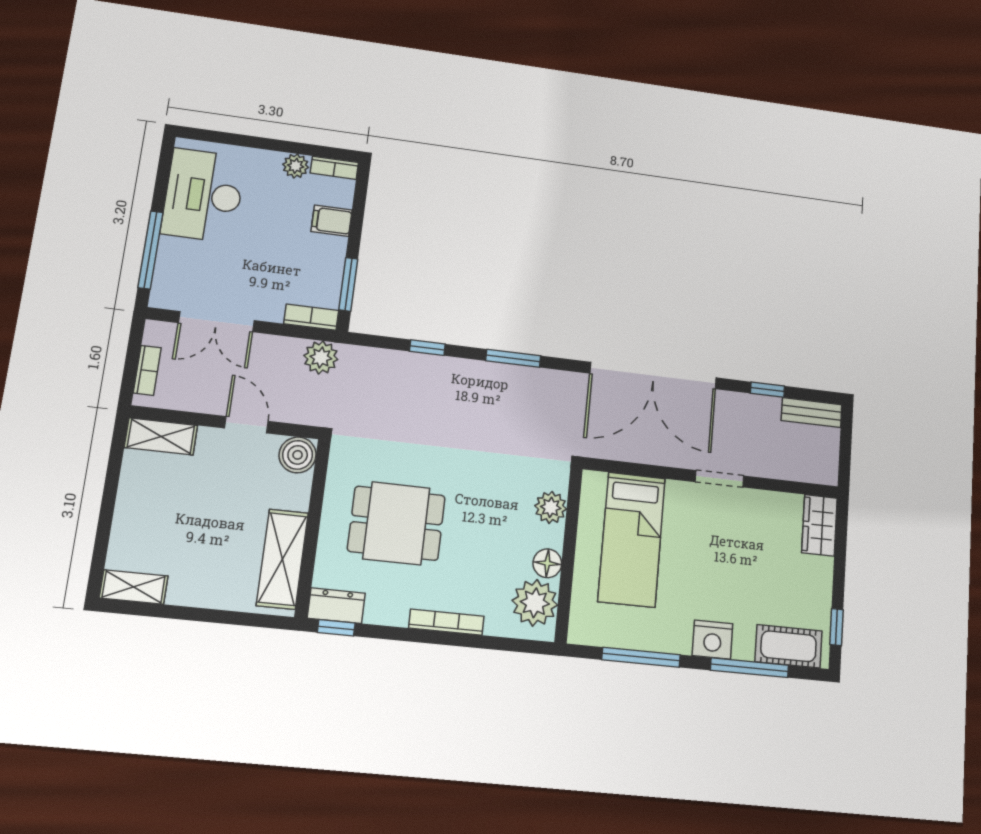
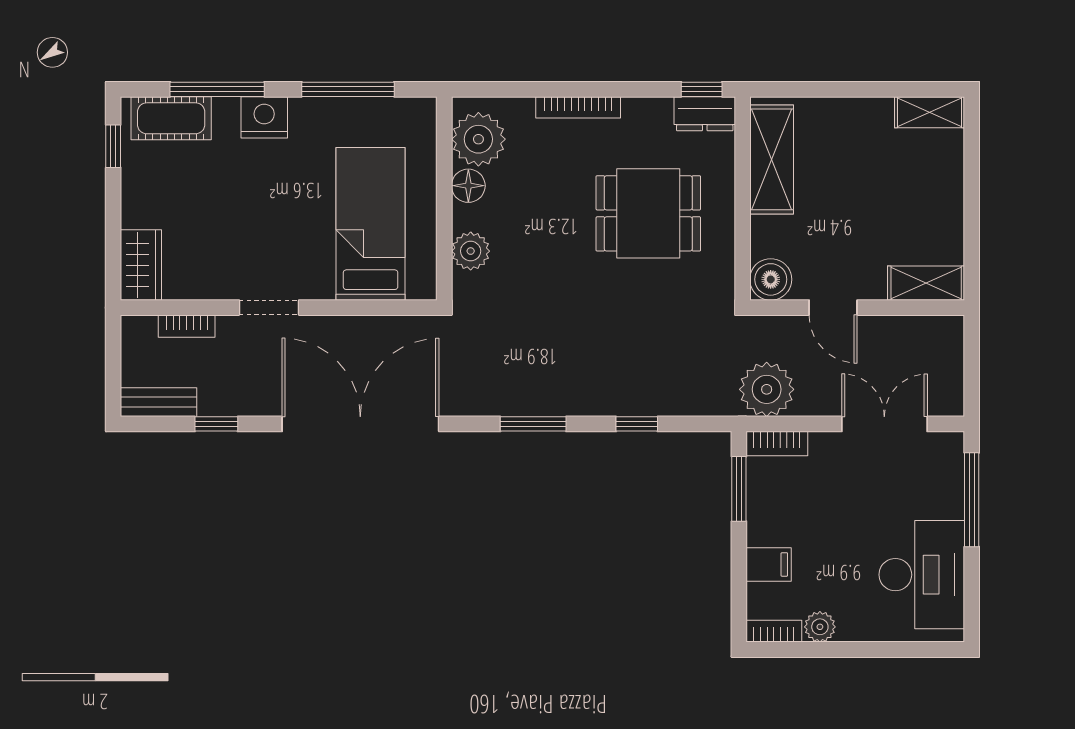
plant: (321, 357) -> (767, 389), width x1.36, depth x1.36
bookcase: (147, 370) -> (187, 326), moved, turned -90

